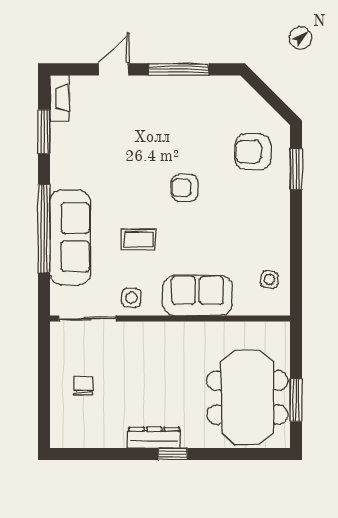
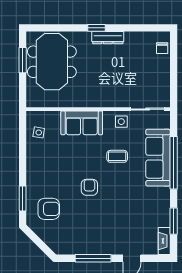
armchair: (185, 188) -> (89, 187), turned -90
chair: (83, 386) -> (162, 48), moved

